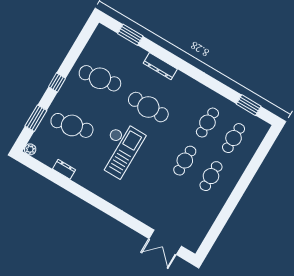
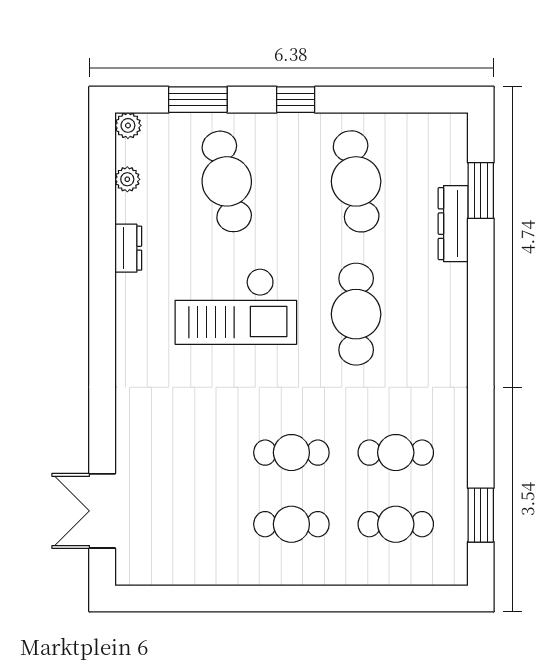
dresser: (160, 66) -> (453, 224), moved
plant: (50, 161) -> (127, 179), added
dresser: (64, 169) -> (128, 248), moved

